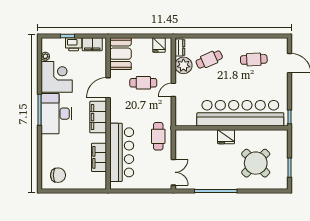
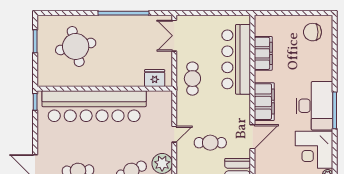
fridge: (226, 137) -> (155, 78), moved
round table: (256, 163) -> (76, 46), turned 32

